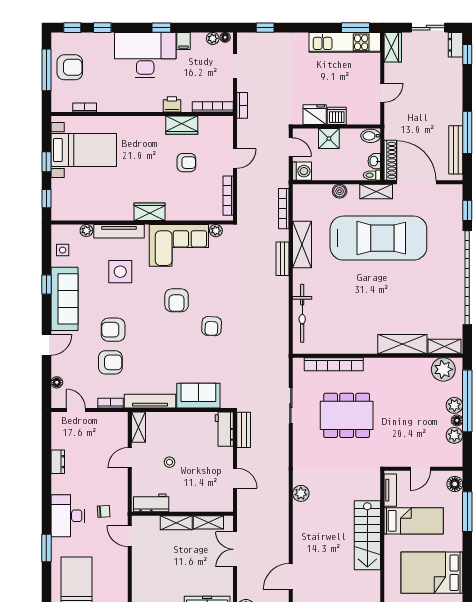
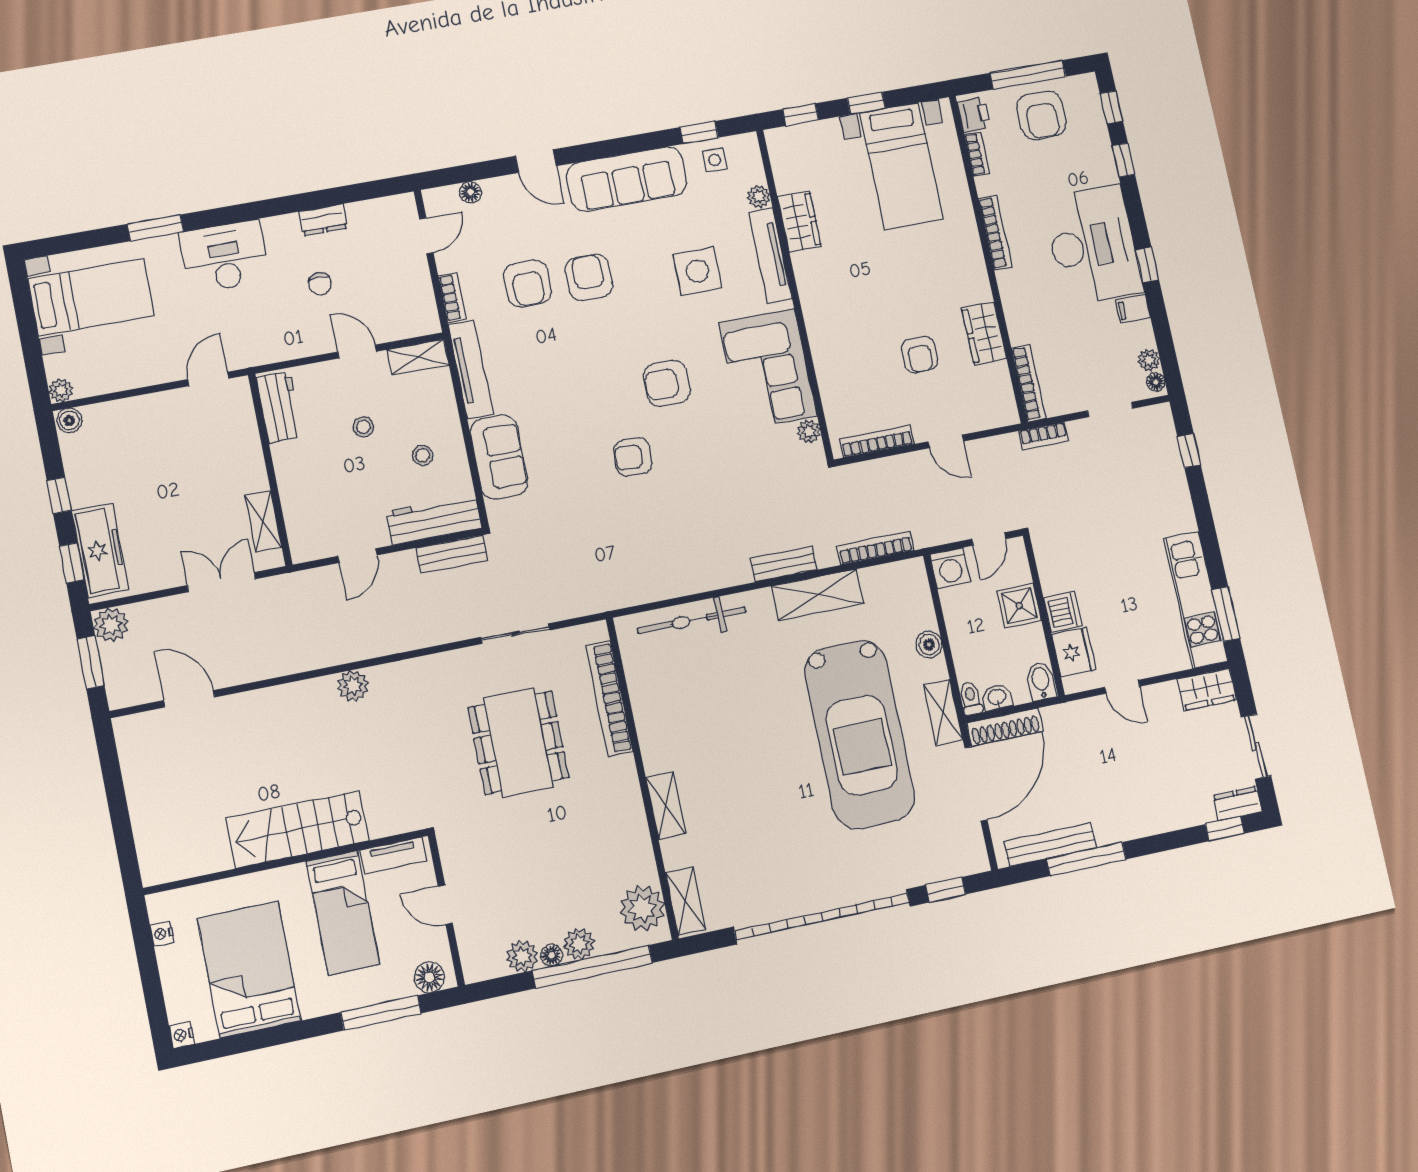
printer: (172, 104) -> (974, 115), moved
bookcase: (129, 107) -> (995, 232), added
fridge: (315, 115) -> (1074, 652), moved
wardrobe: (149, 212) -> (799, 222), moved
window: (46, 284) -> (699, 132), moved
shelving: (402, 344) -> (666, 806), width x0.67, depth x0.75
workbench: (224, 429) -> (434, 520), width x1.38
stool: (190, 435) -> (423, 455), added
chair: (104, 511) -> (320, 284), moved
shelving: (176, 523) -> (251, 461), removed

